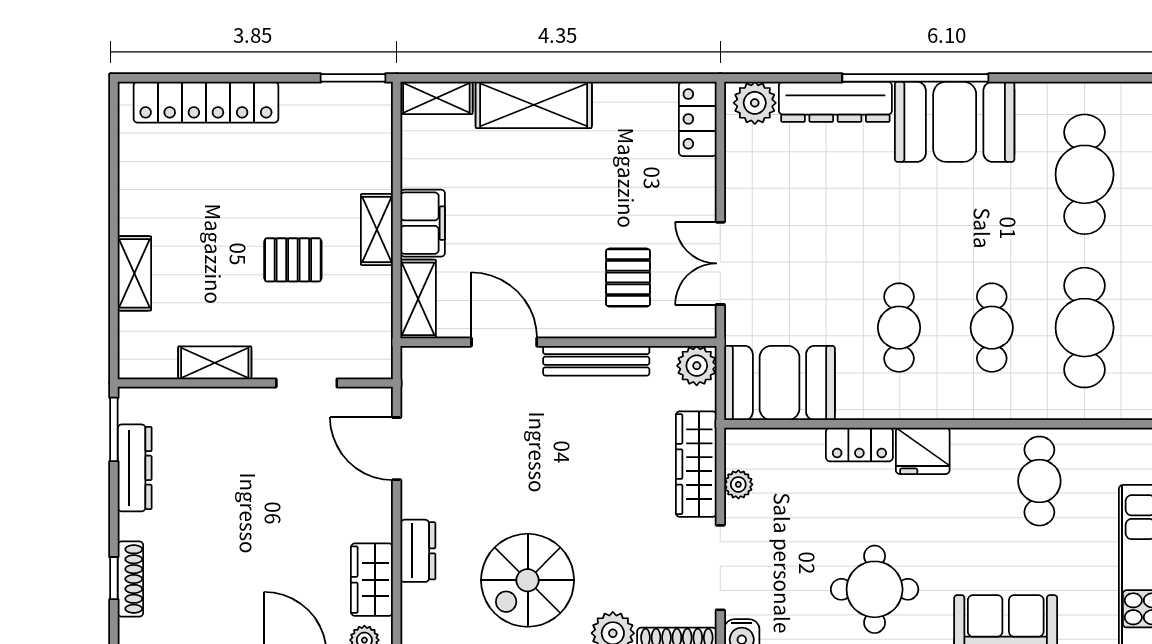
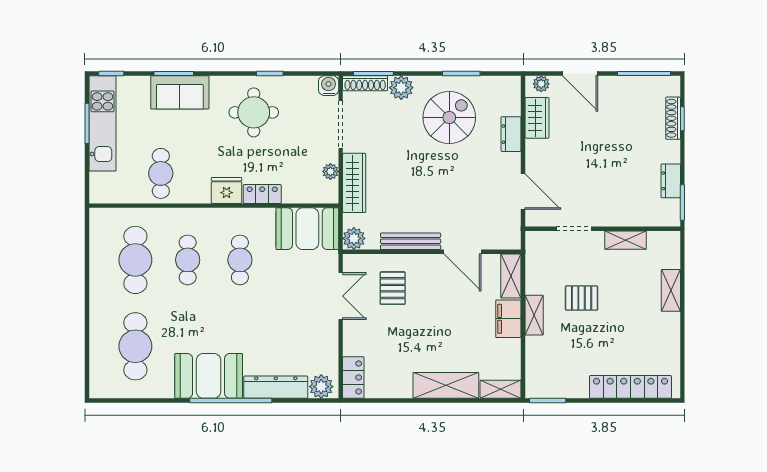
dresser: (135, 468) -> (671, 181), width x0.70

